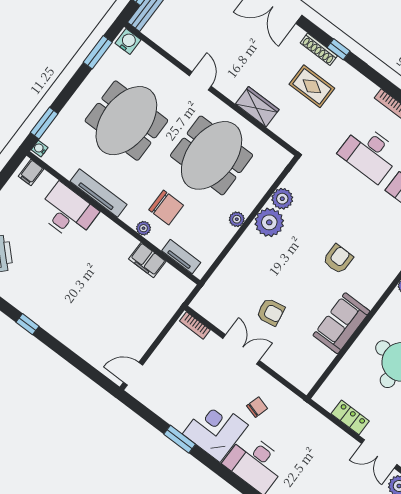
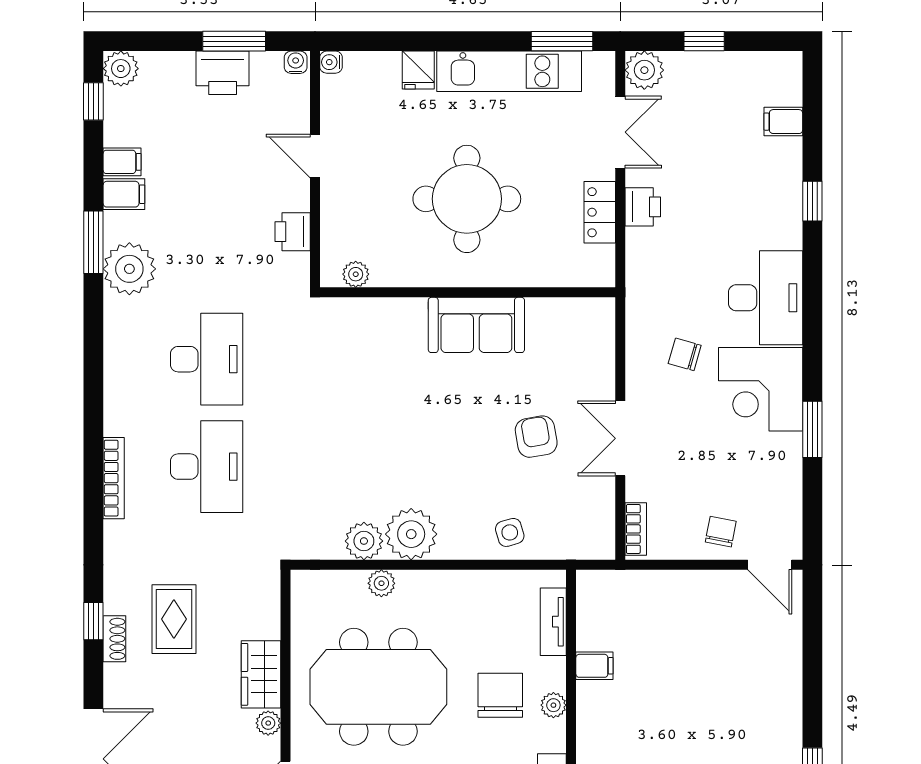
shoe rack: (319, 49) -> (114, 639), width x0.70
plant: (233, 93) -> (268, 723), added
plant: (237, 219) -> (381, 583), moved
armchair: (338, 259) -> (390, 398), removed
filing cabinet: (147, 260) -> (594, 666), width x0.50
side table: (236, 267) -> (510, 532), added
chair: (165, 363) -> (721, 532), added
printer: (338, 439) -> (643, 207), added

